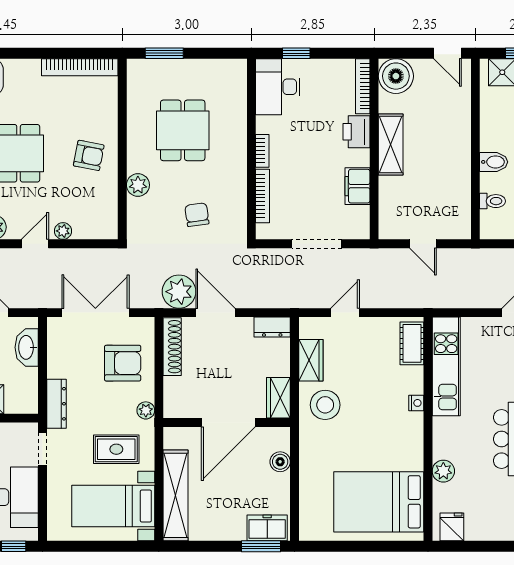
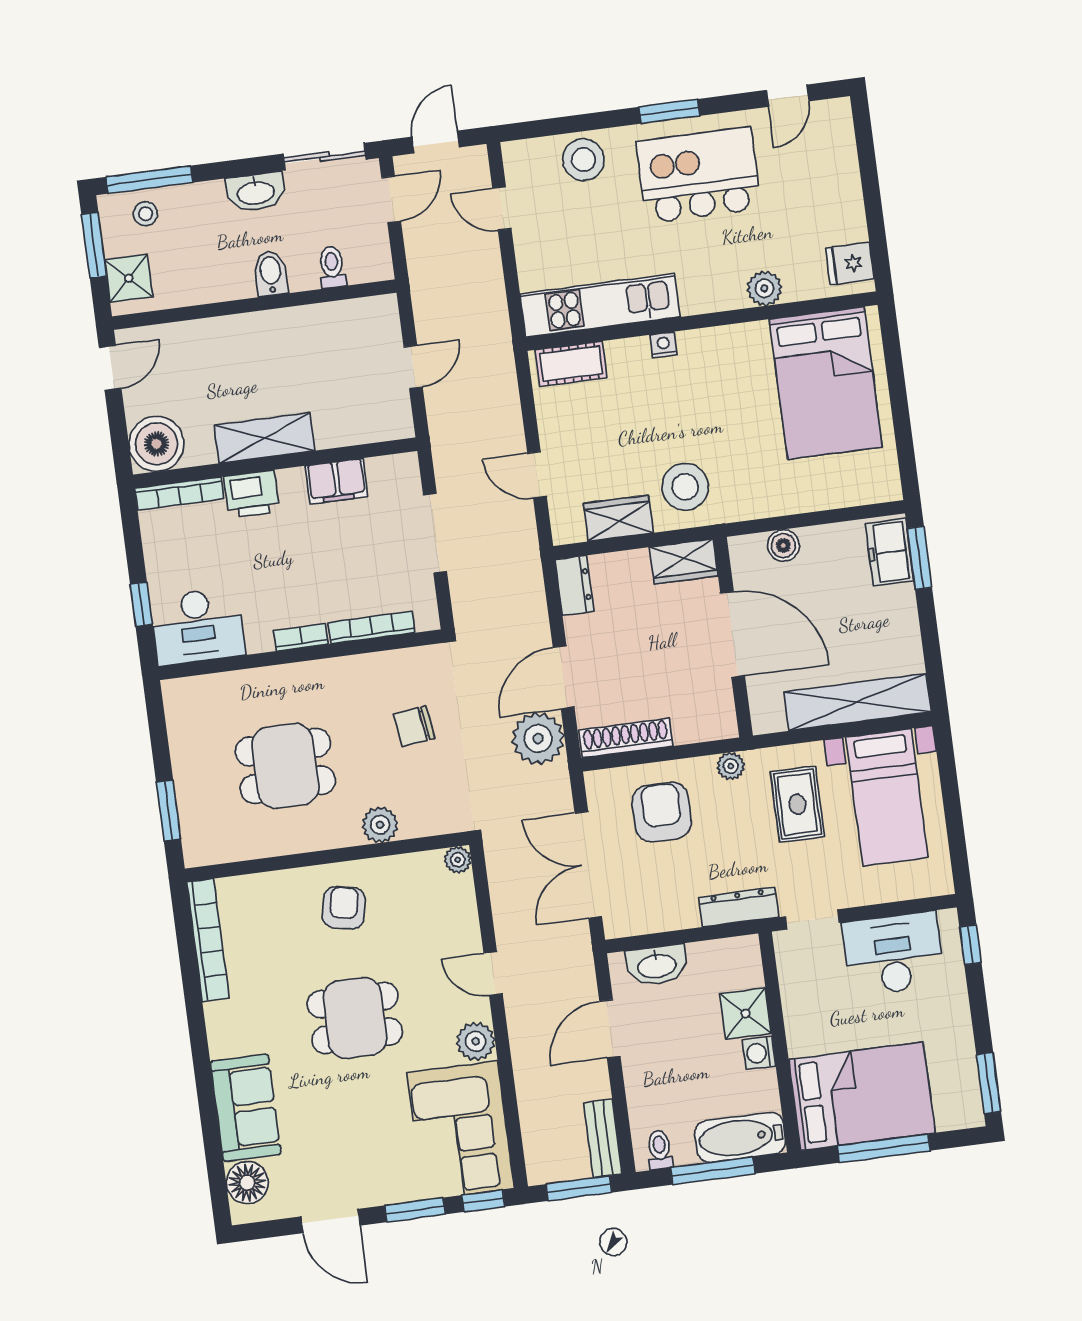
plant: (63, 231) -> (458, 860), moved

